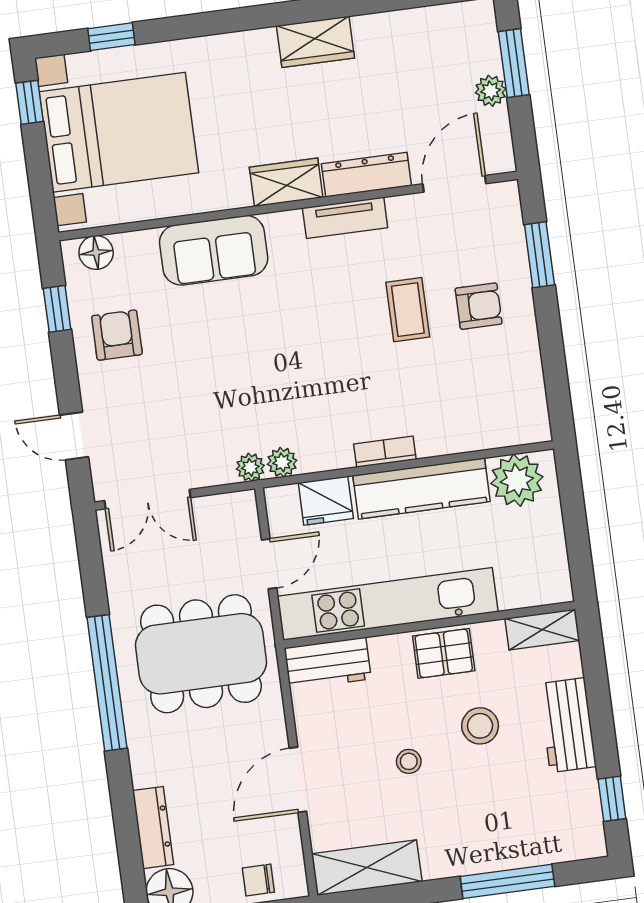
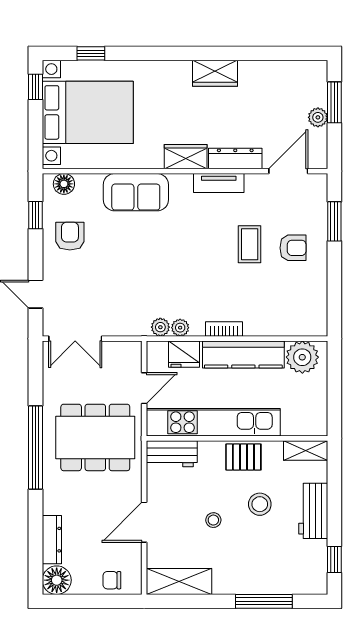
plant: (250, 467) -> (180, 328), moved

